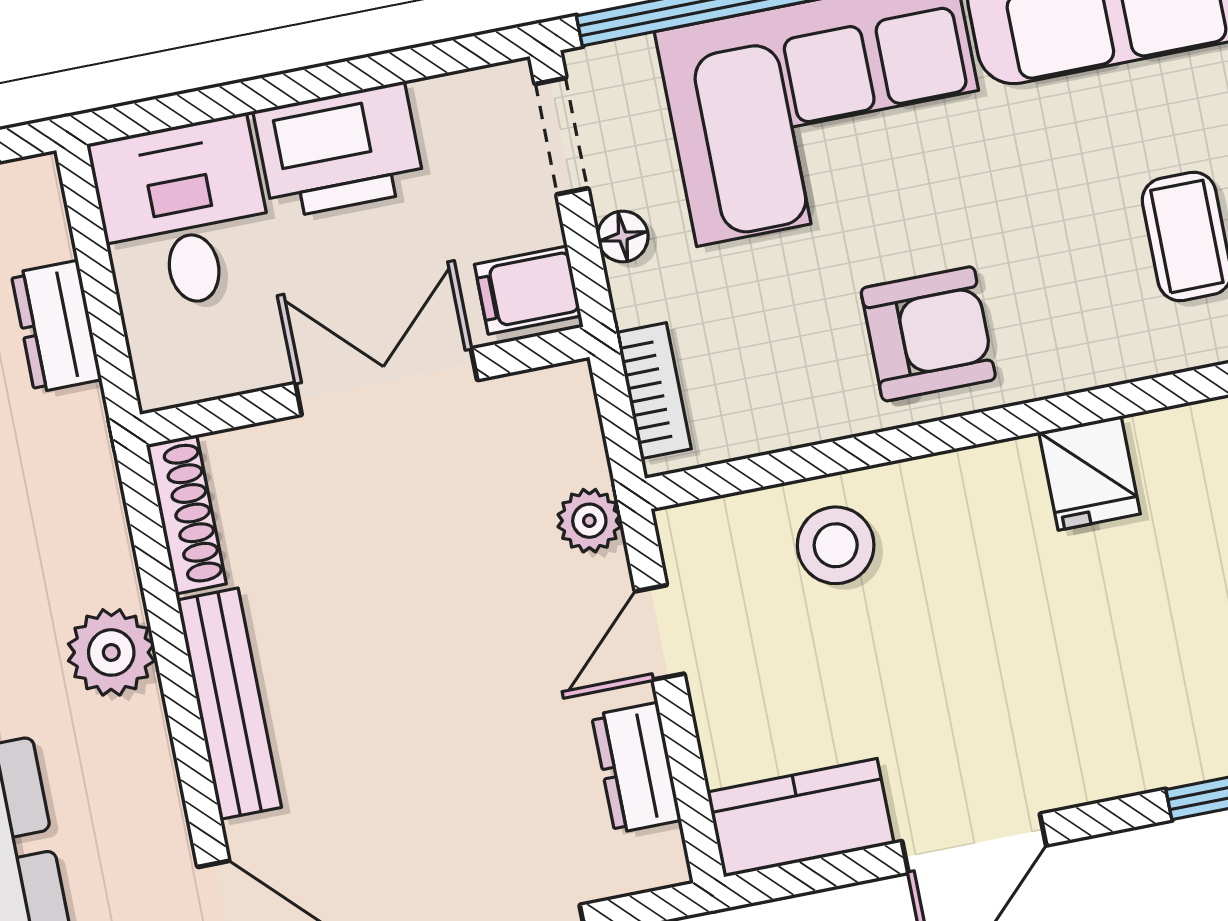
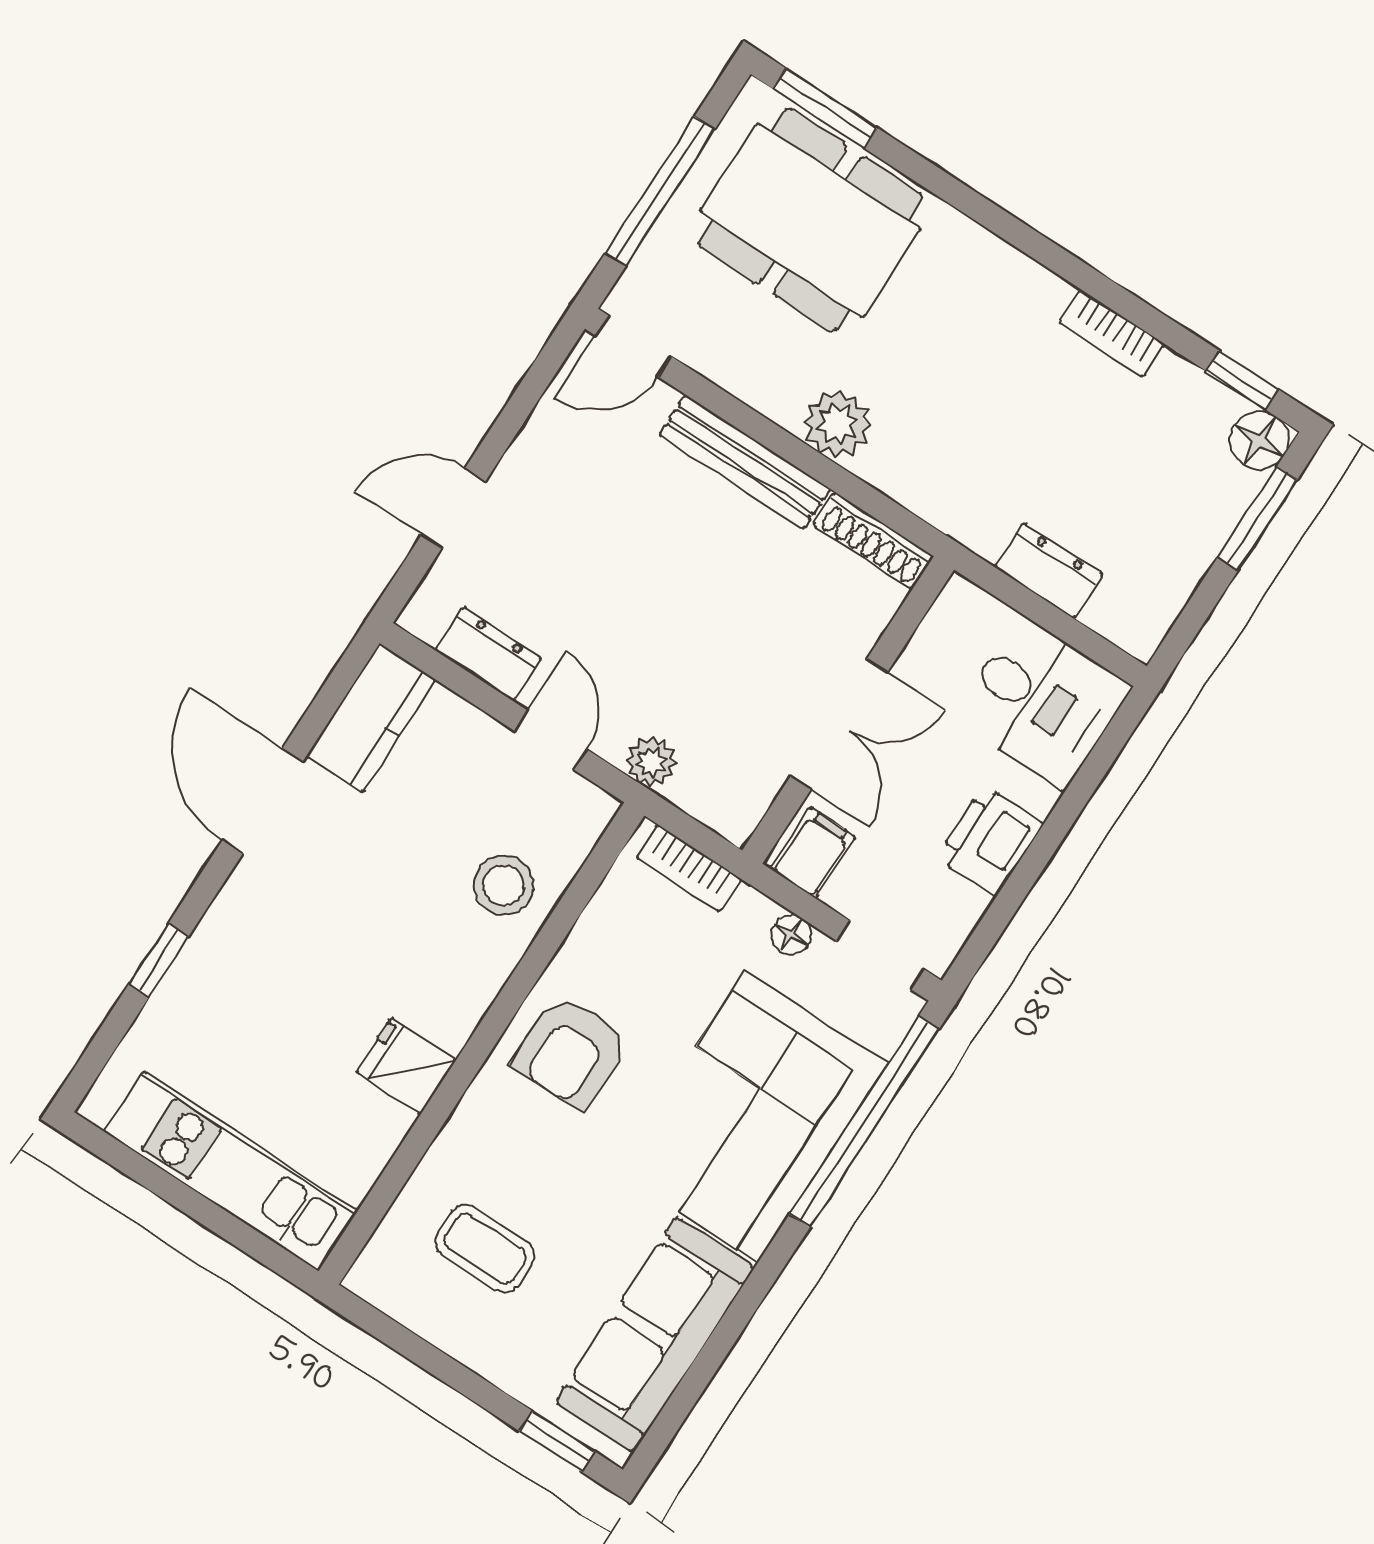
printer: (339, 151) -> (990, 841), width x0.73, depth x0.84

